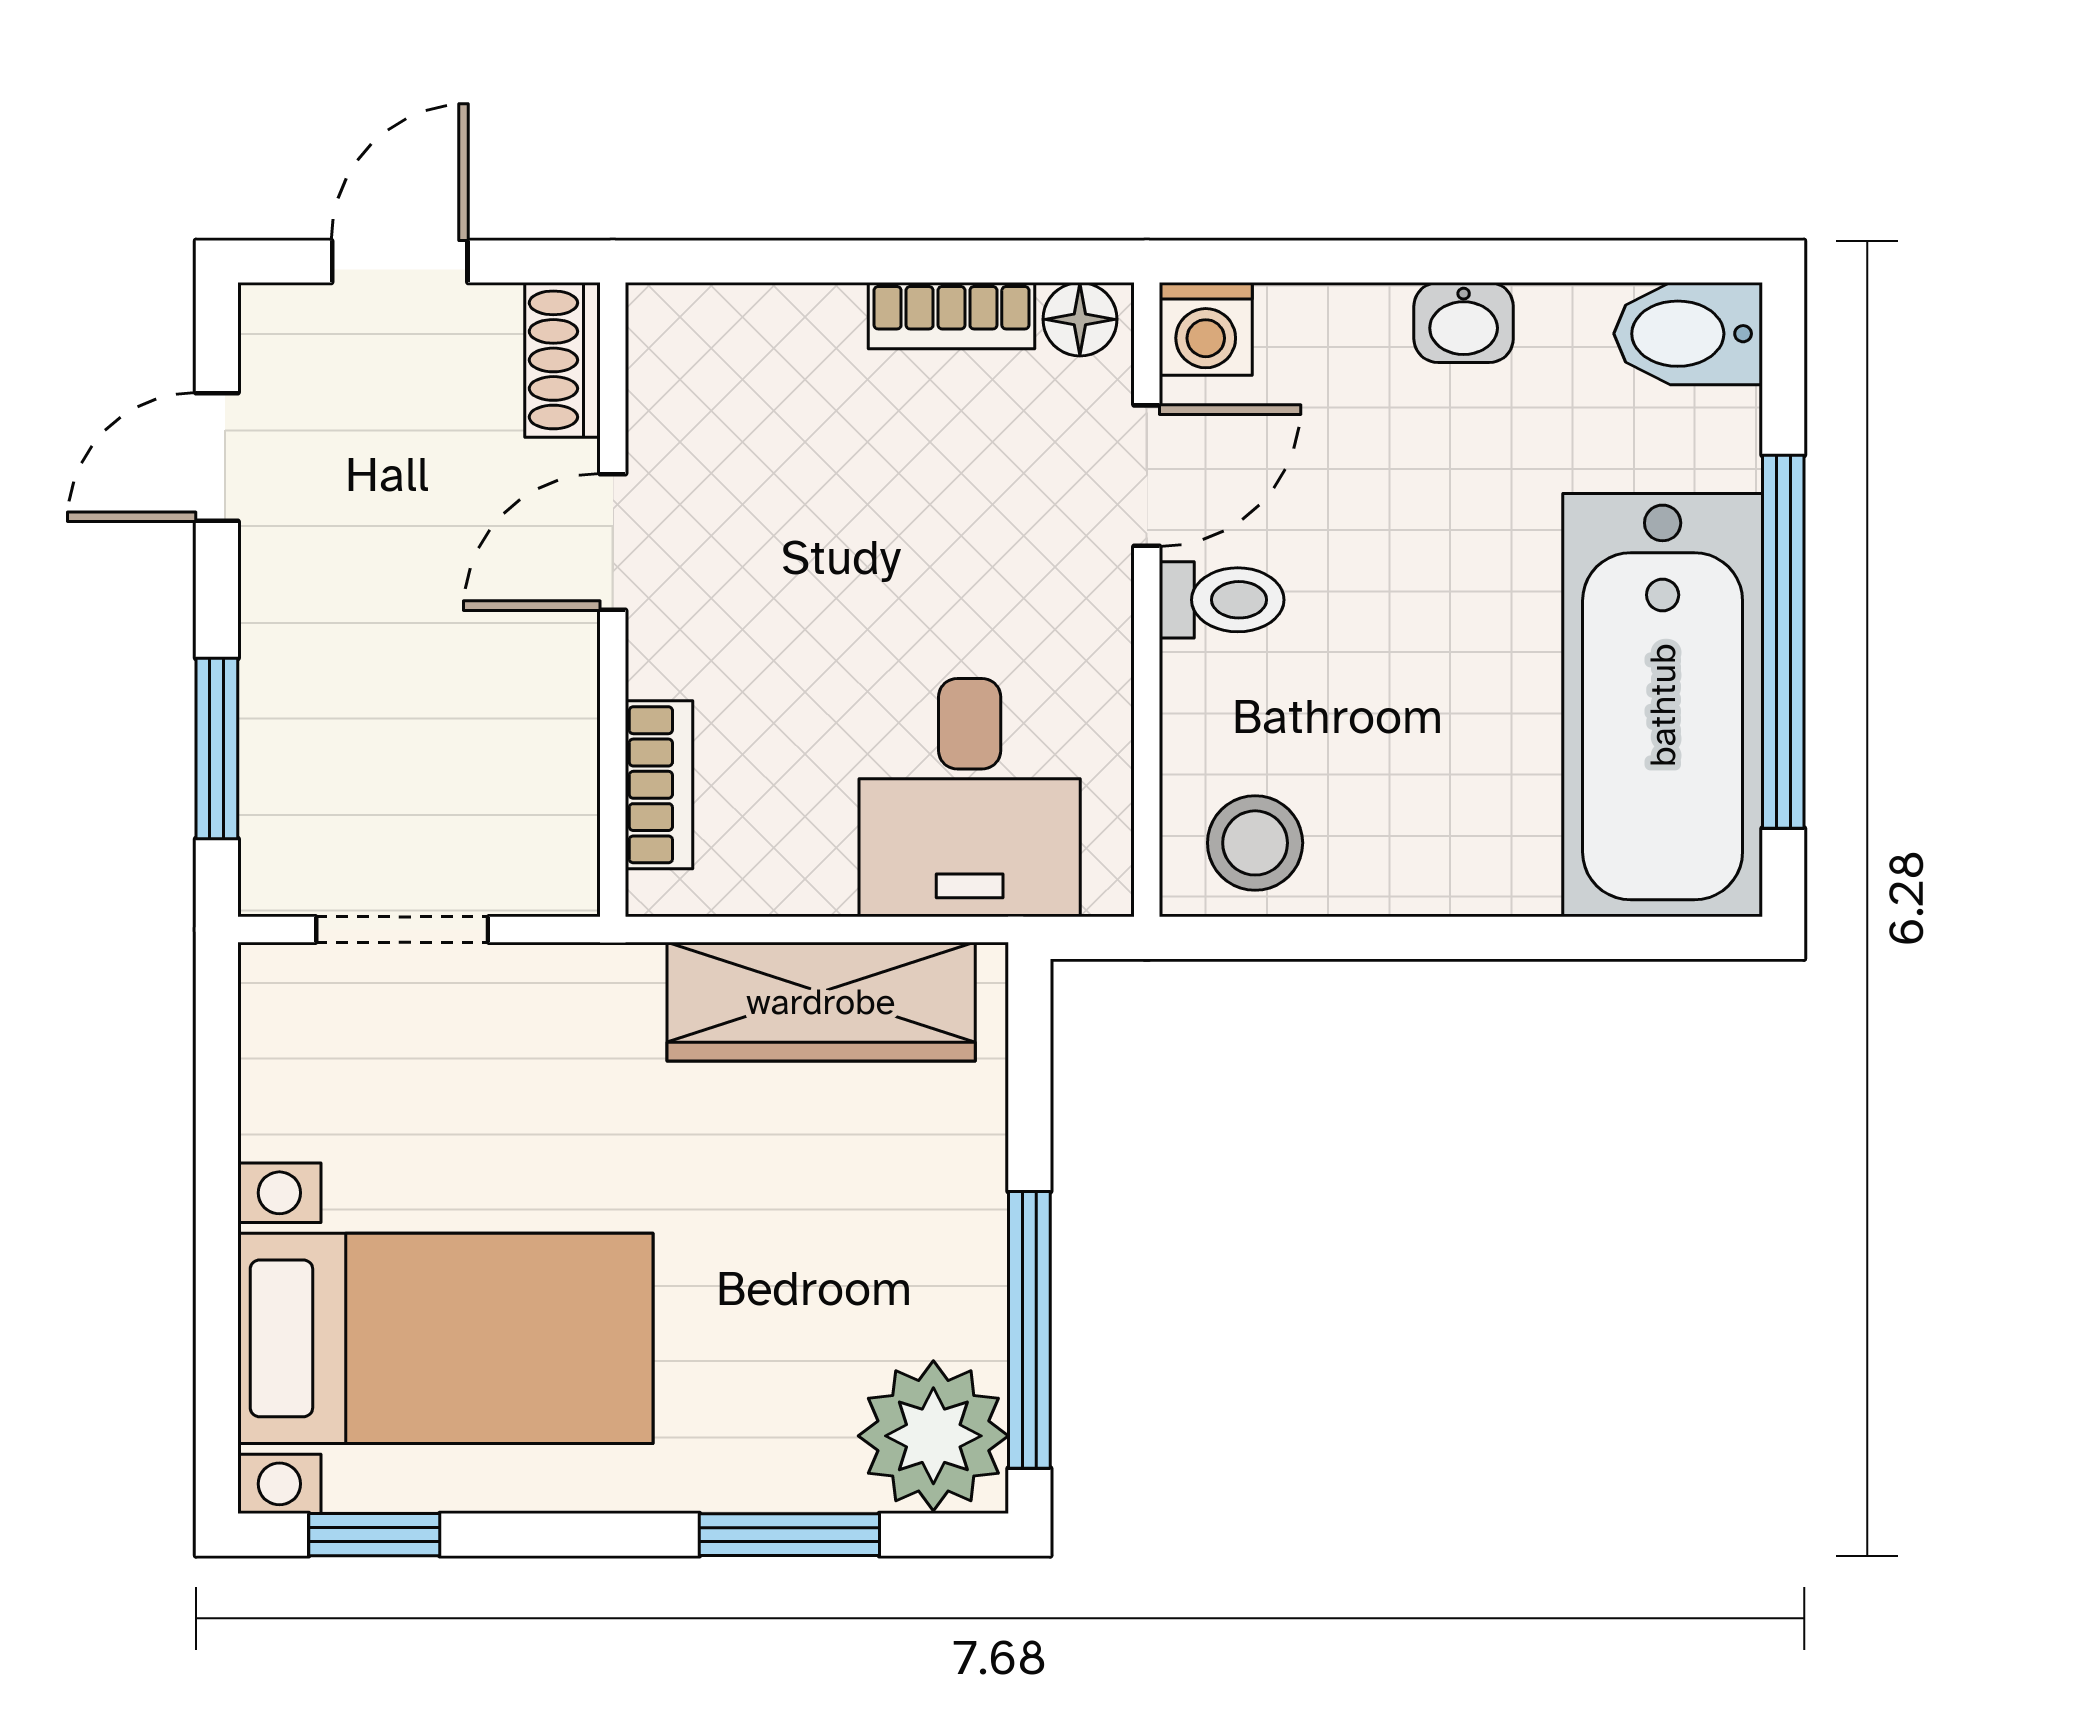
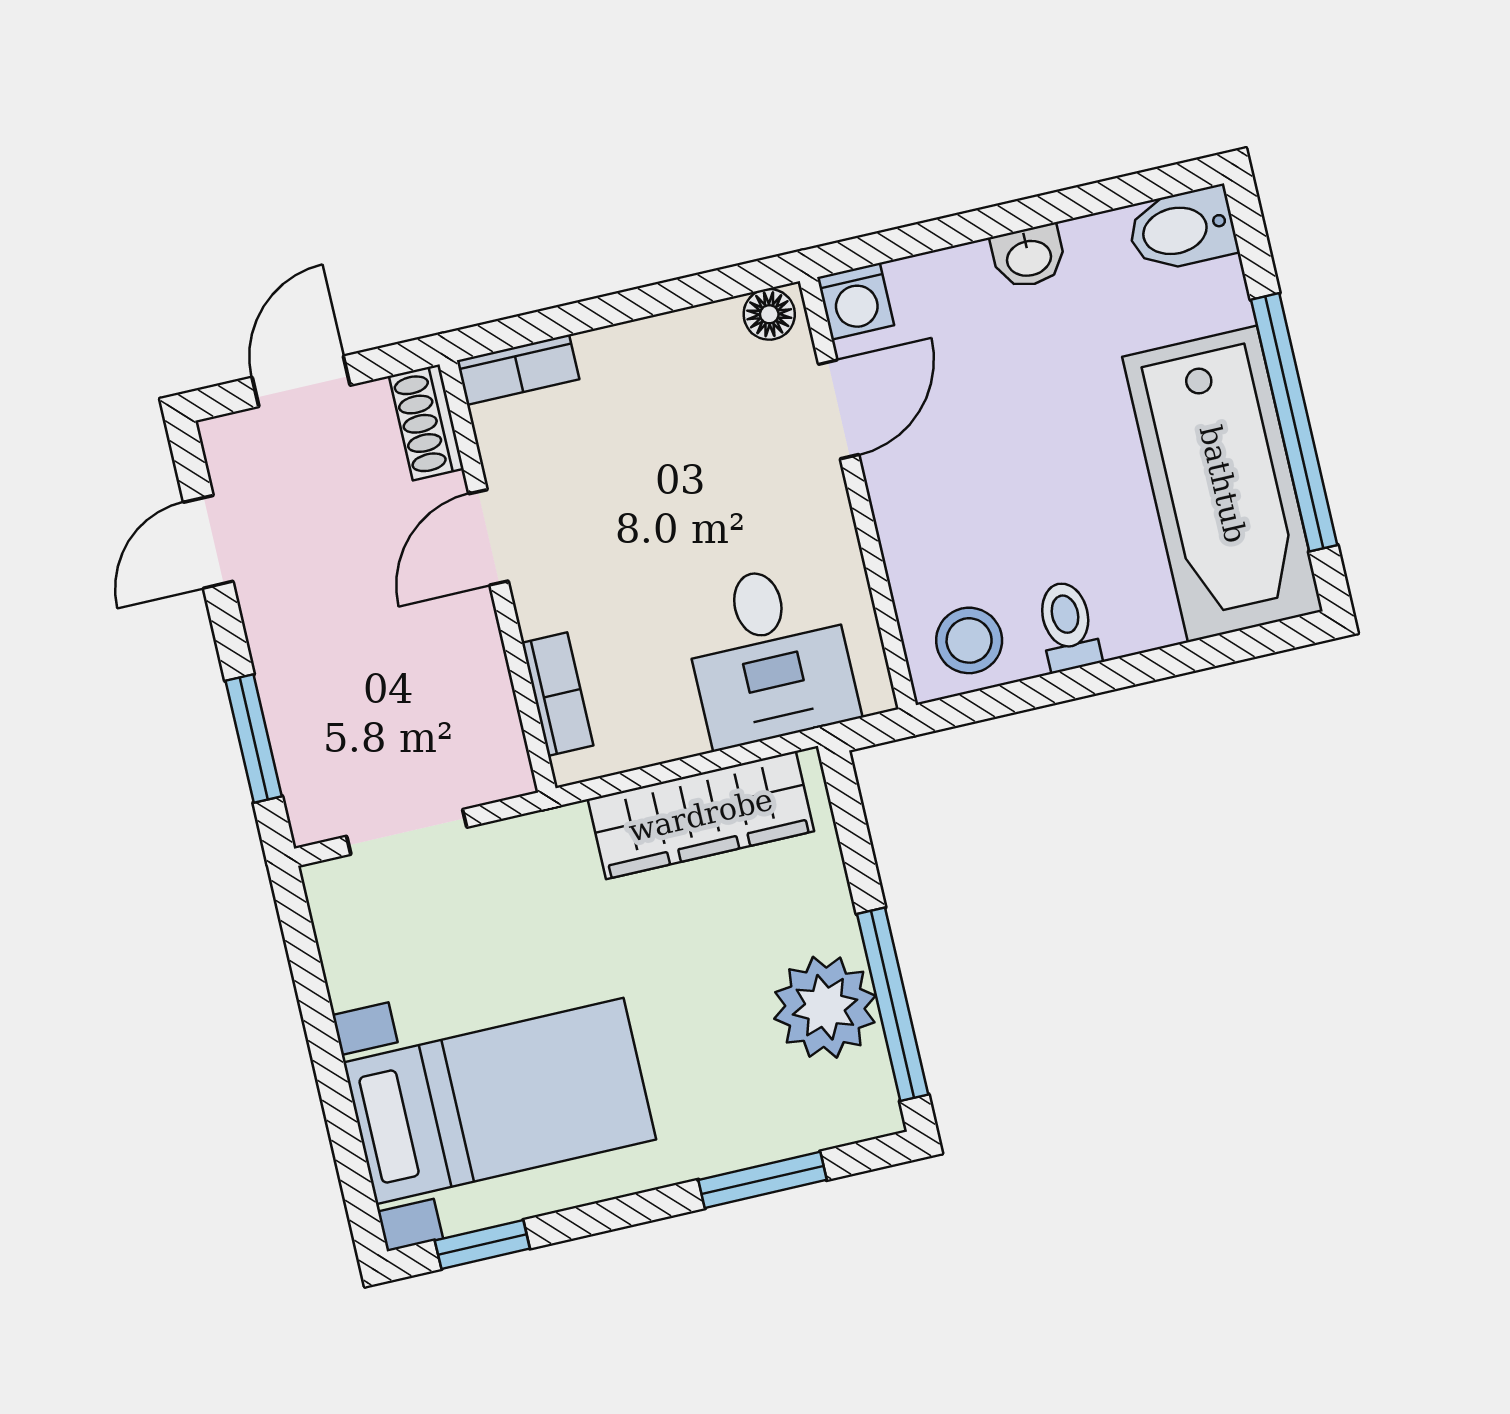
bookcase: (951, 316) -> (518, 370), moved
toilet: (1222, 600) -> (1068, 626), moved, turned -90
plant: (933, 1436) -> (825, 1007), moved

